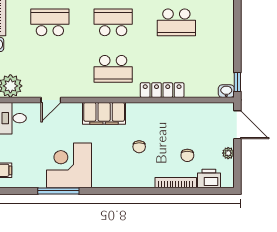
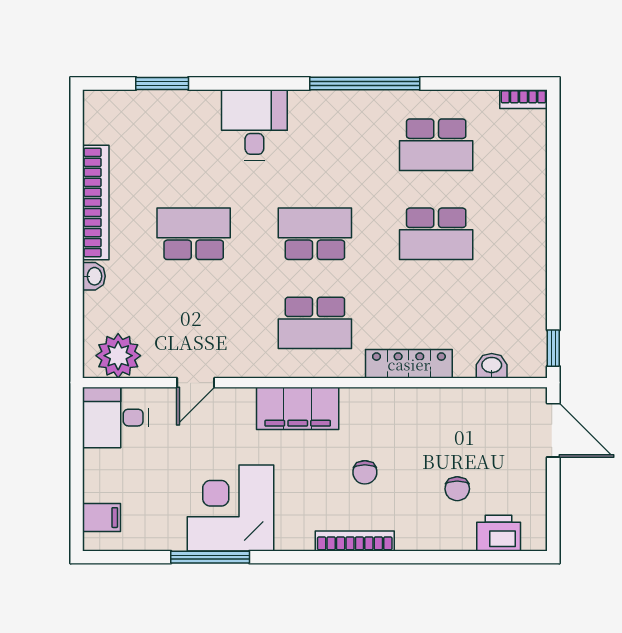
washbasin: (226, 91) -> (492, 366), moved
plant: (228, 153) -> (536, 485), removed
bookcase: (176, 183) -> (355, 541), moved

